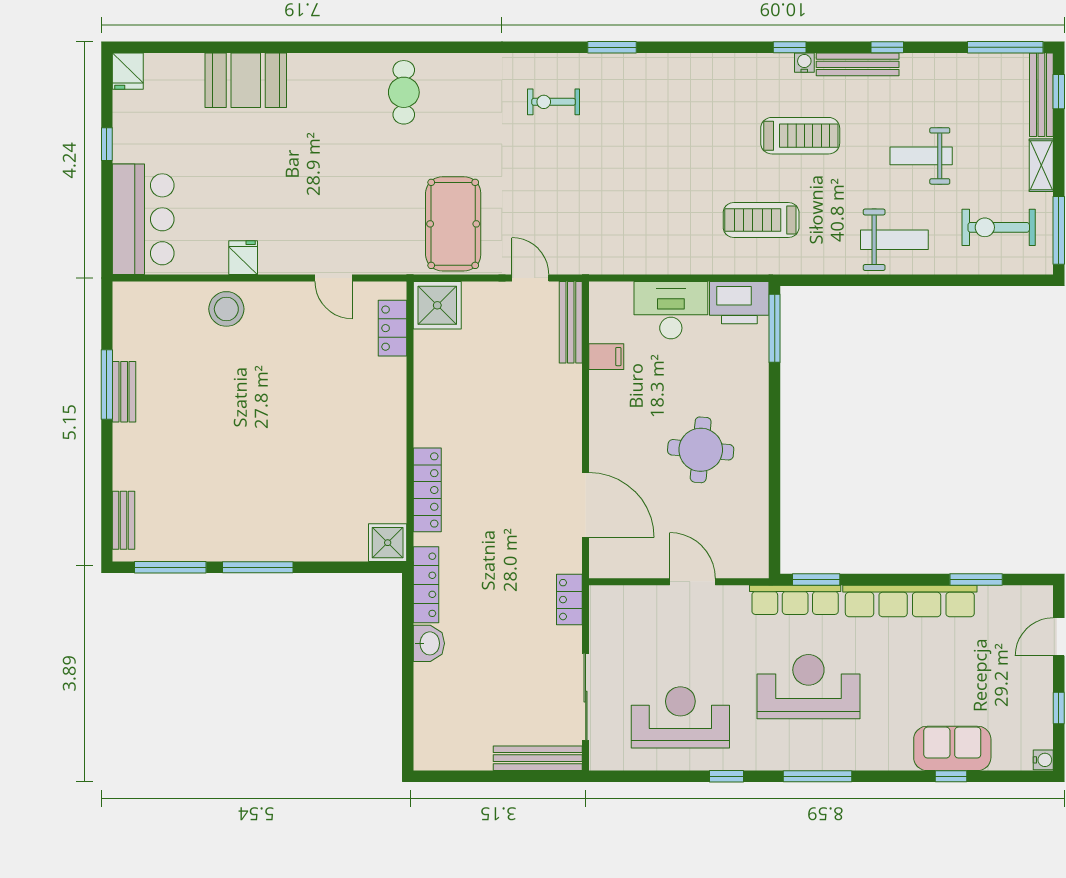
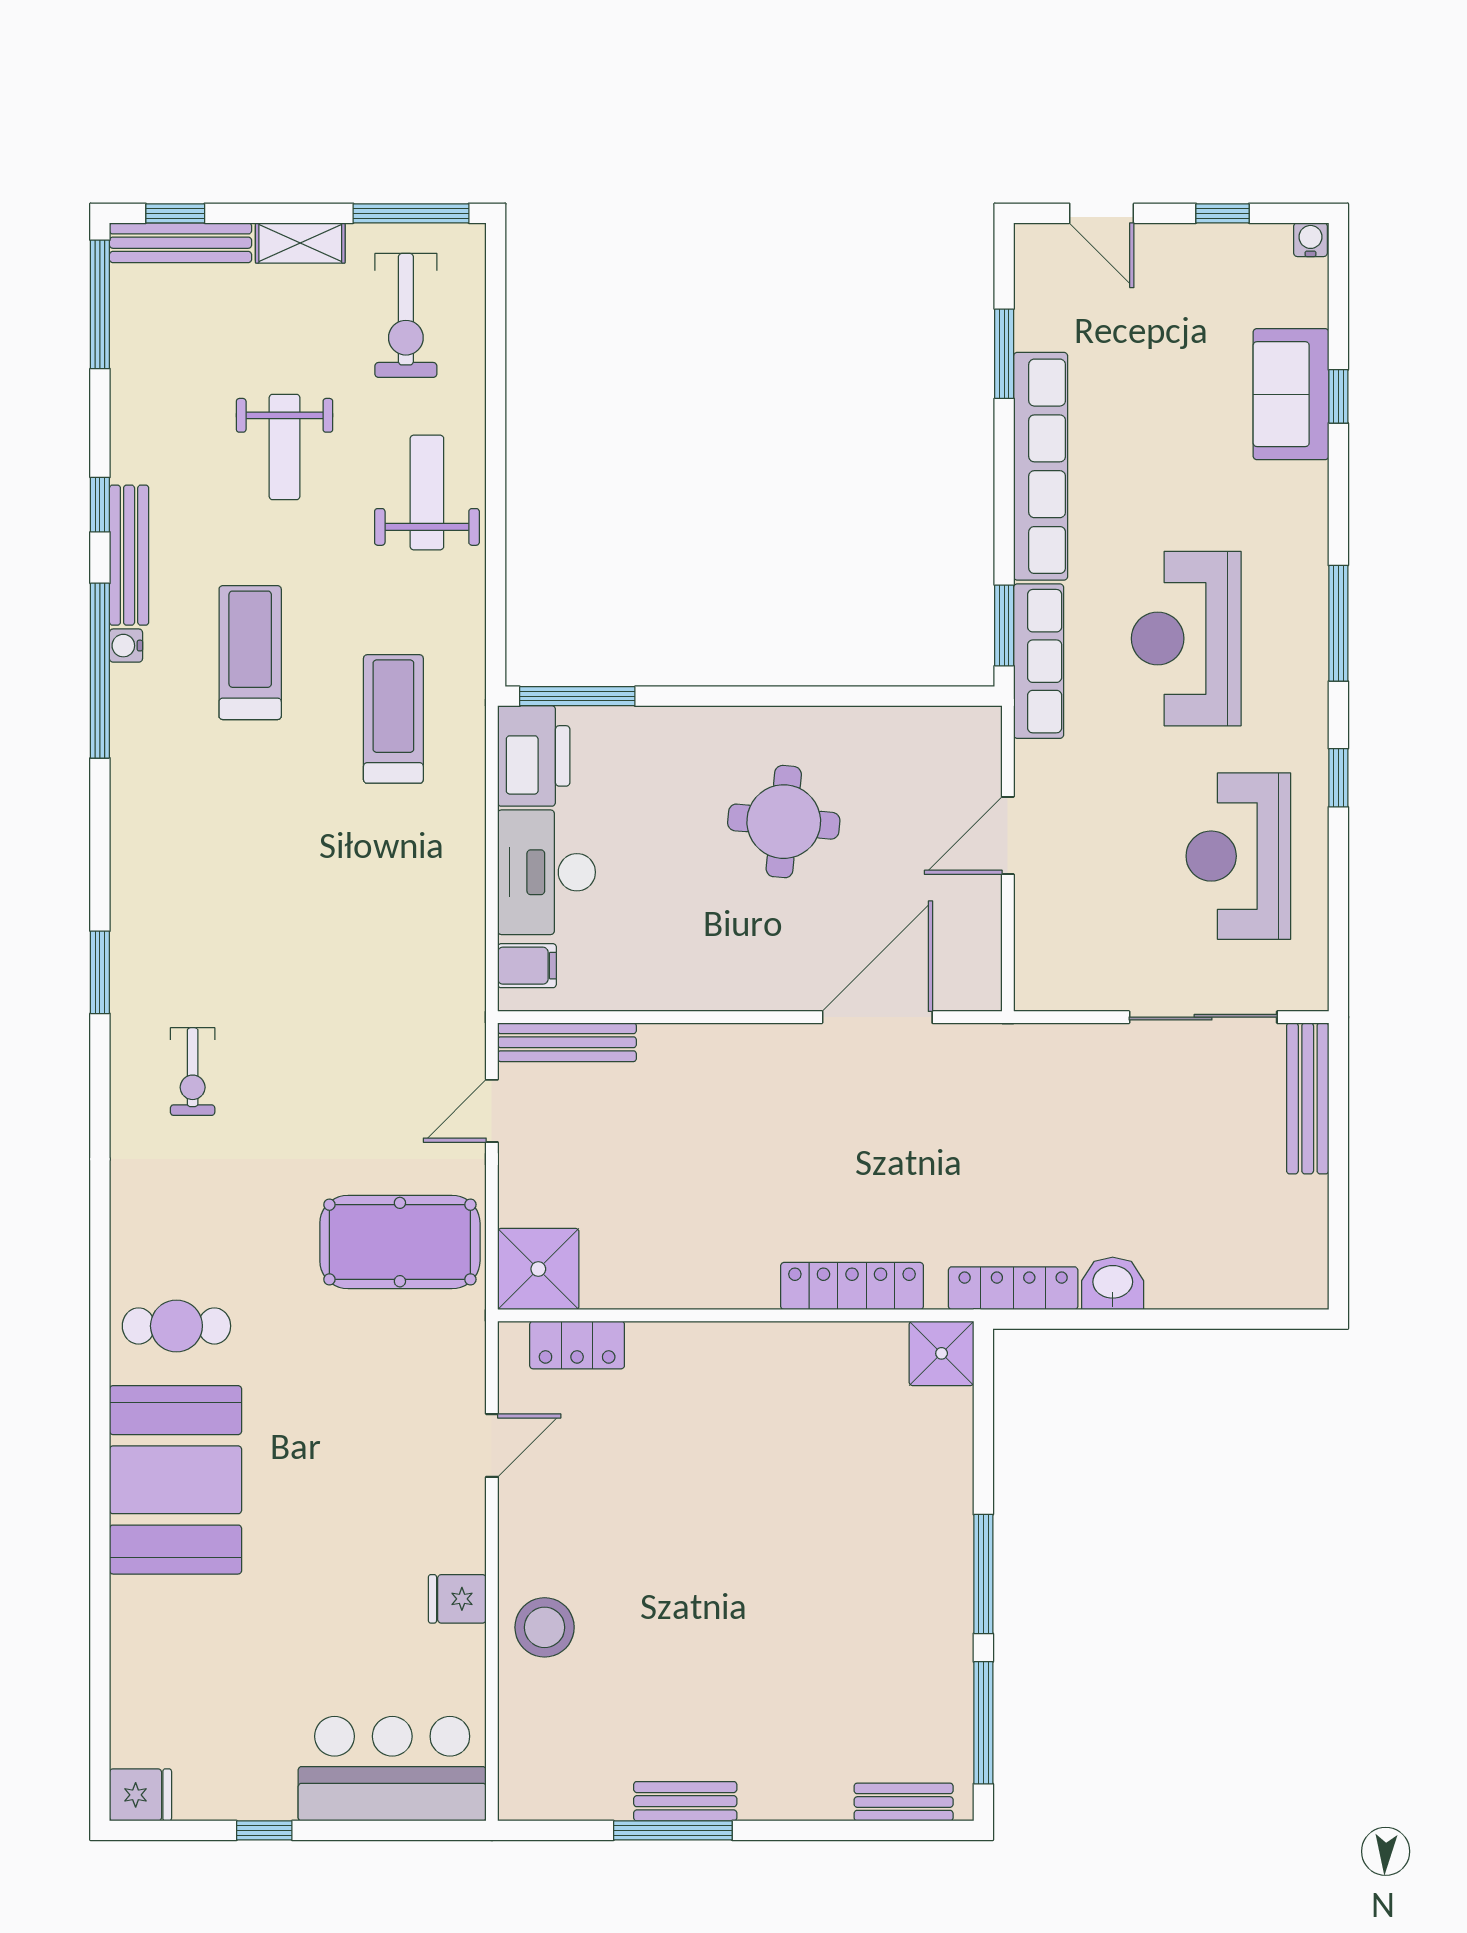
window: (790, 47) -> (100, 671), width x3.17
booth: (246, 80) -> (176, 1480), moved, width x1.36, depth x1.42
treadmill: (761, 220) -> (393, 719), turned 180
filing cabinet: (606, 357) -> (527, 966), moved, turned 90
locker: (569, 600) -> (1038, 1045), removed

